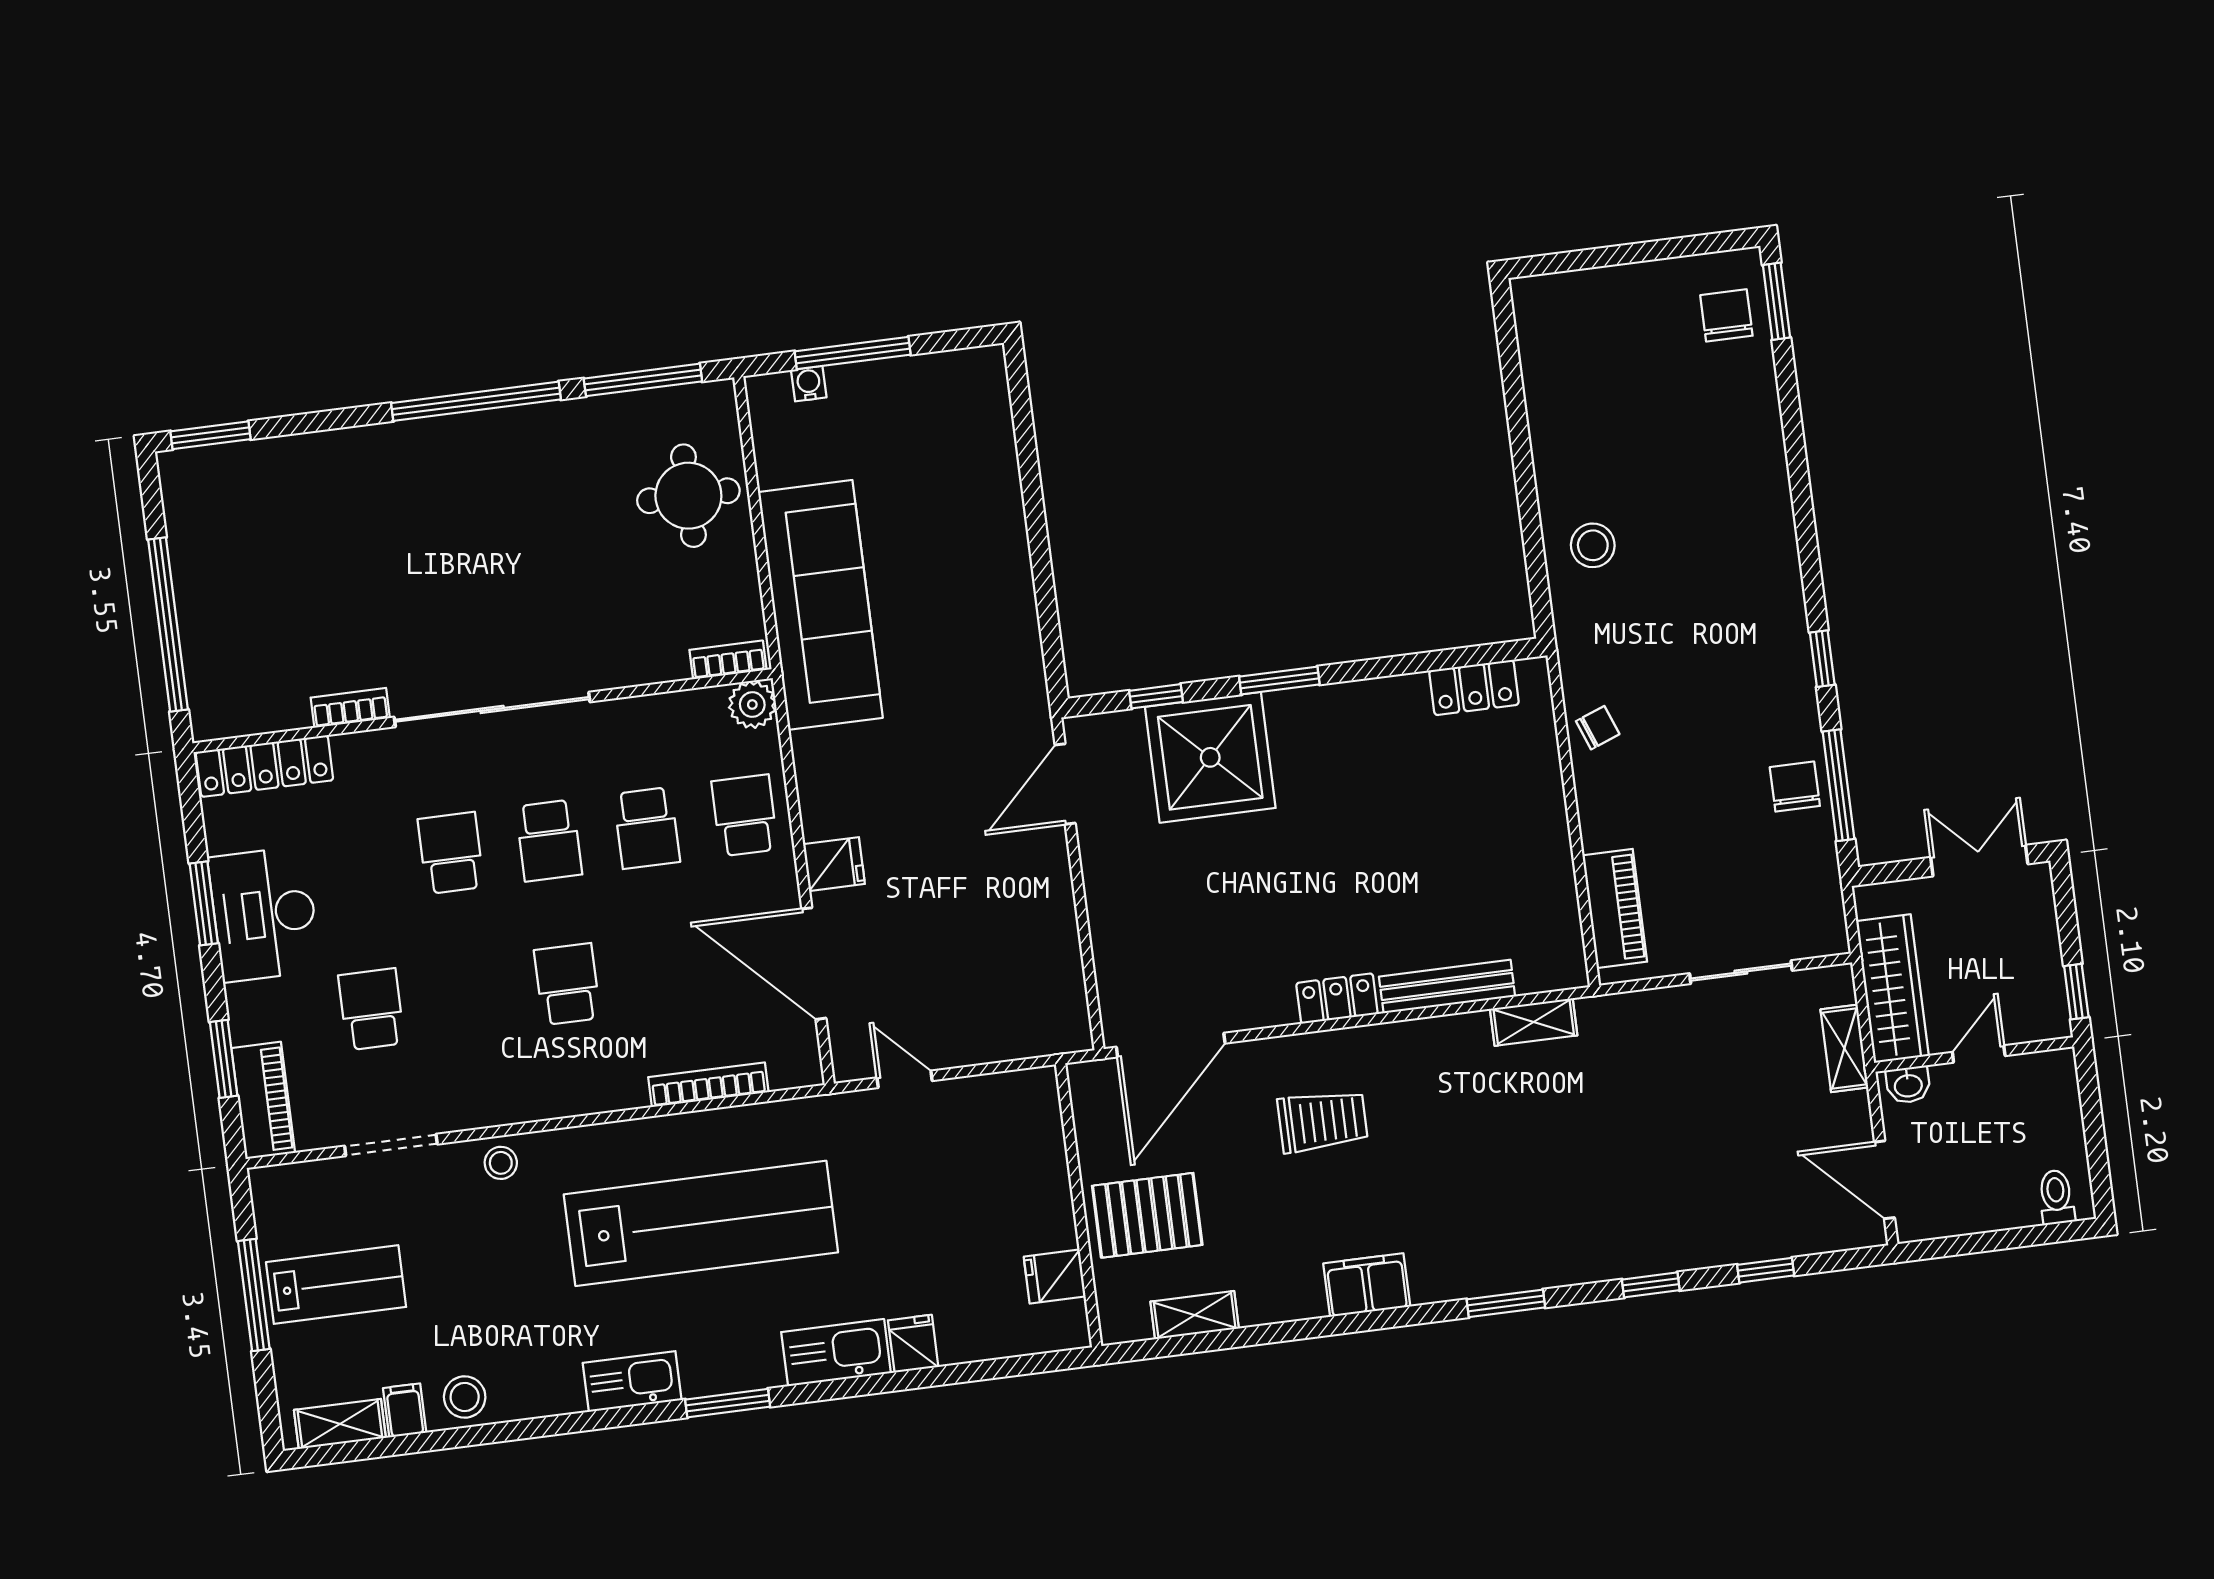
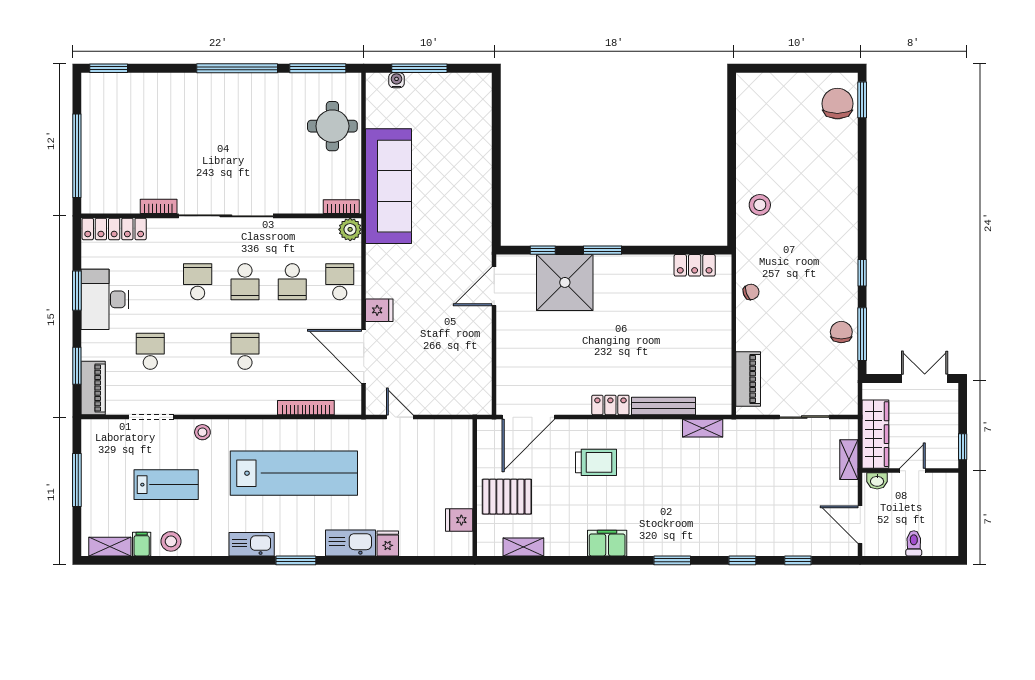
chair: (1726, 315) -> (837, 104), width x1.37, depth x1.37
toilet: (2056, 1197) -> (914, 543), moved
lab bench: (336, 1285) -> (166, 485), moved

